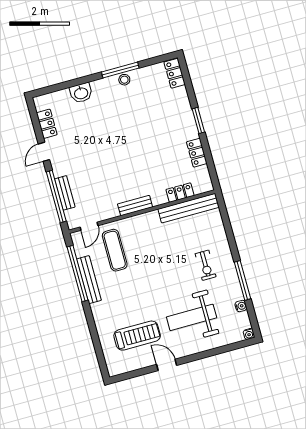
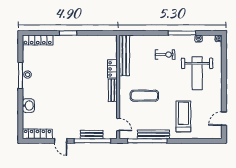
locker: (175, 73) -> (38, 40), width x1.53
locker: (47, 124) -> (37, 134), width x1.53
locker: (197, 153) -> (89, 40), removed
locker: (180, 193) -> (112, 69), moved
exercise mat: (115, 250) -> (144, 96), moved
treadmill: (137, 336) -> (183, 116), moved
door: (167, 365) -> (224, 119), moved

